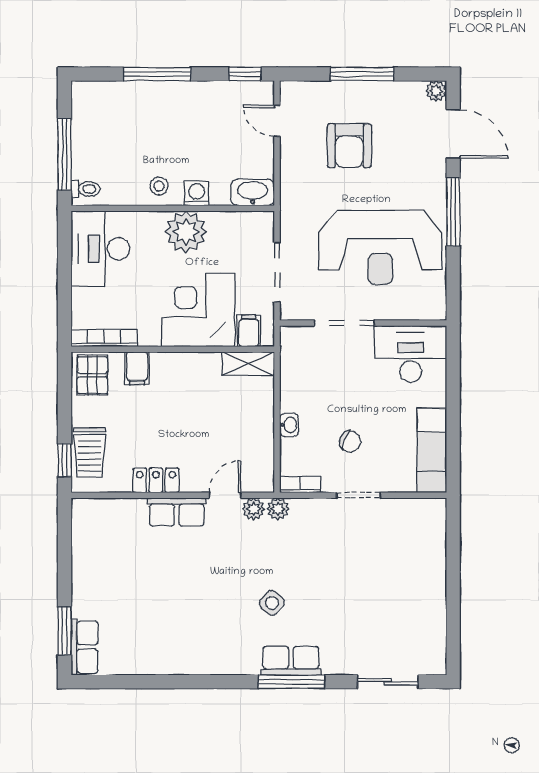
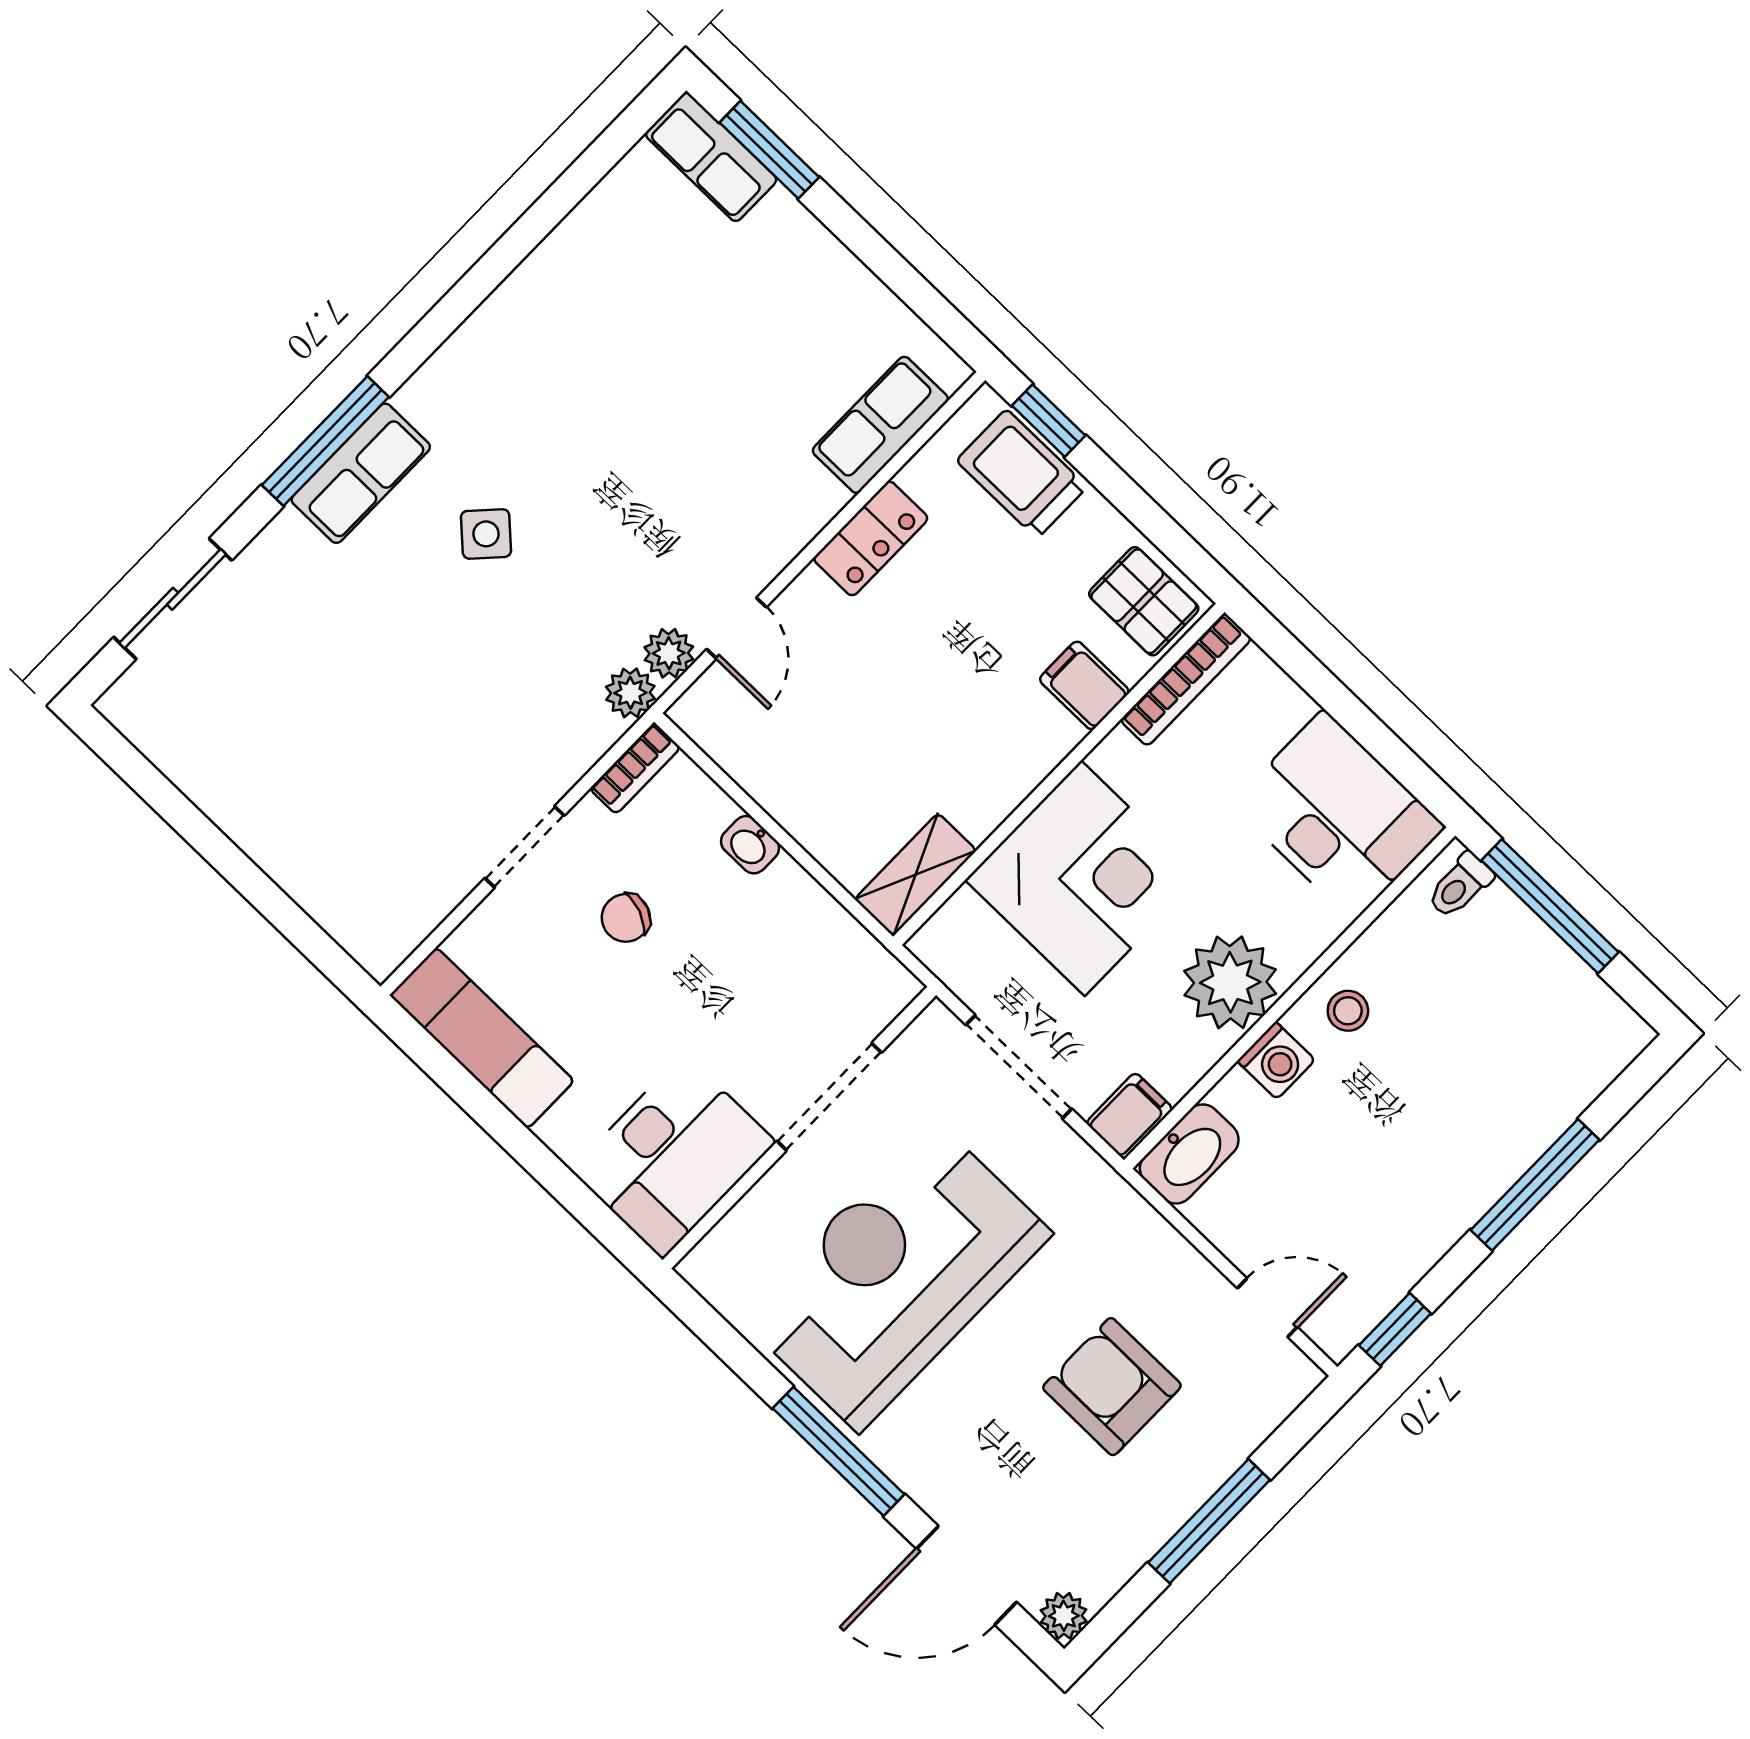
filing cabinet: (249, 331) -> (1129, 1116), moved, turned -90
row of seats: (177, 512) -> (880, 425), moved

